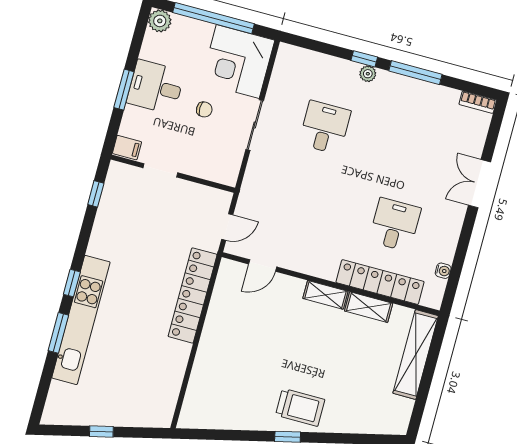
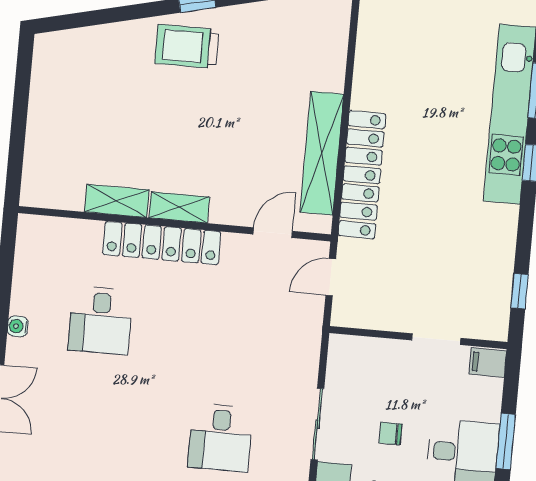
water cooler: (443, 271) -> (18, 326), moved
locker: (380, 282) -> (162, 243), moved
shelving: (416, 354) -> (322, 153), moved

